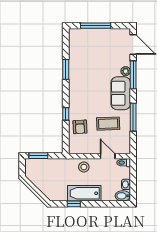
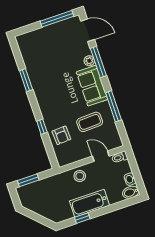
window: (96, 26) -> (57, 19), moved

